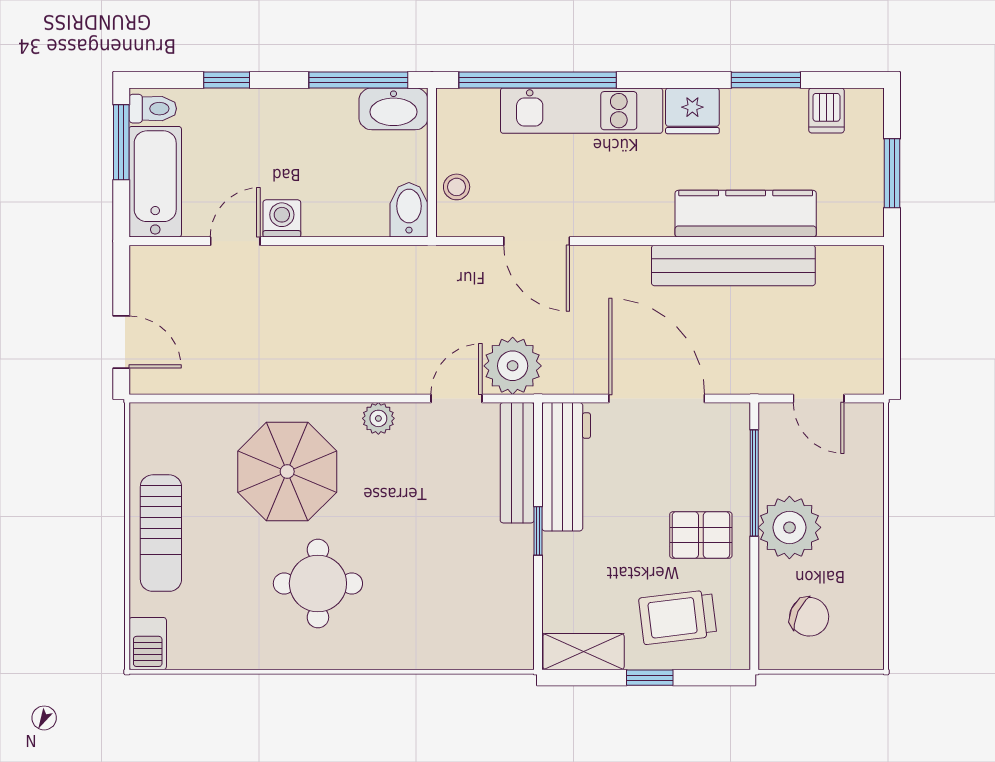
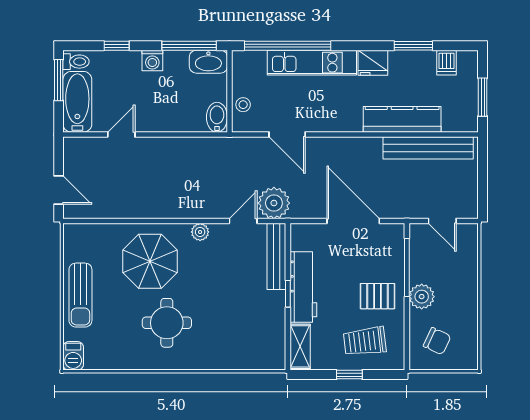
washing machine: (282, 218) -> (152, 60), moved, turned 180
bench: (733, 265) -> (428, 148), moved
workbench: (566, 467) -> (303, 287), moved
plant: (789, 527) -> (422, 297), width x0.73, depth x0.73
shelving: (584, 652) -> (300, 346), moved, turned 90

